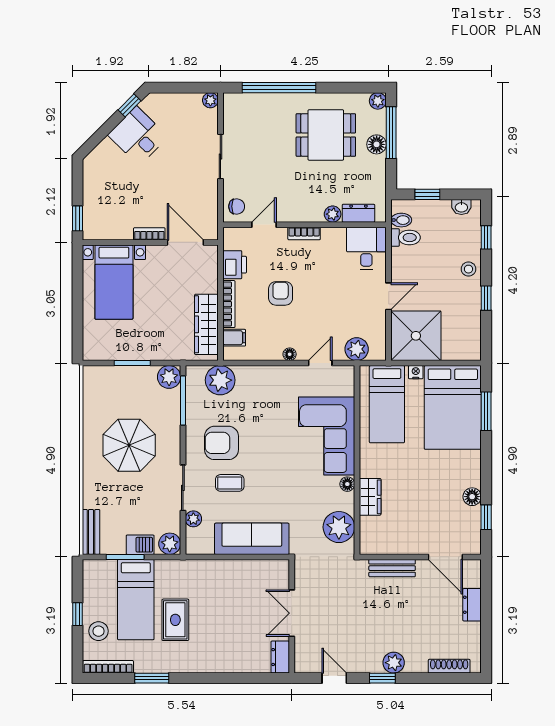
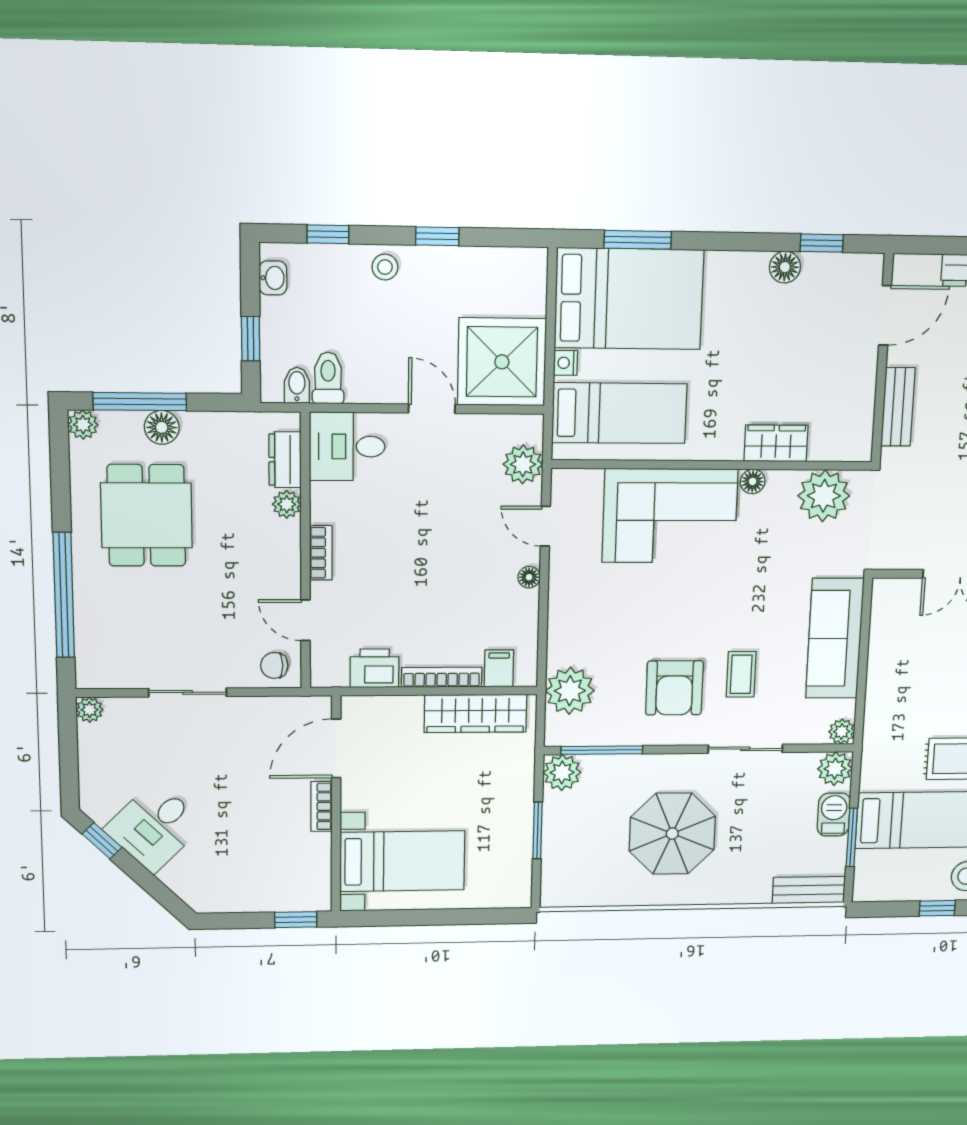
chair: (237, 206) -> (274, 665), turned -90
armchair: (281, 293) -> (425, 592), removed
plant: (193, 519) -> (842, 732), moved

